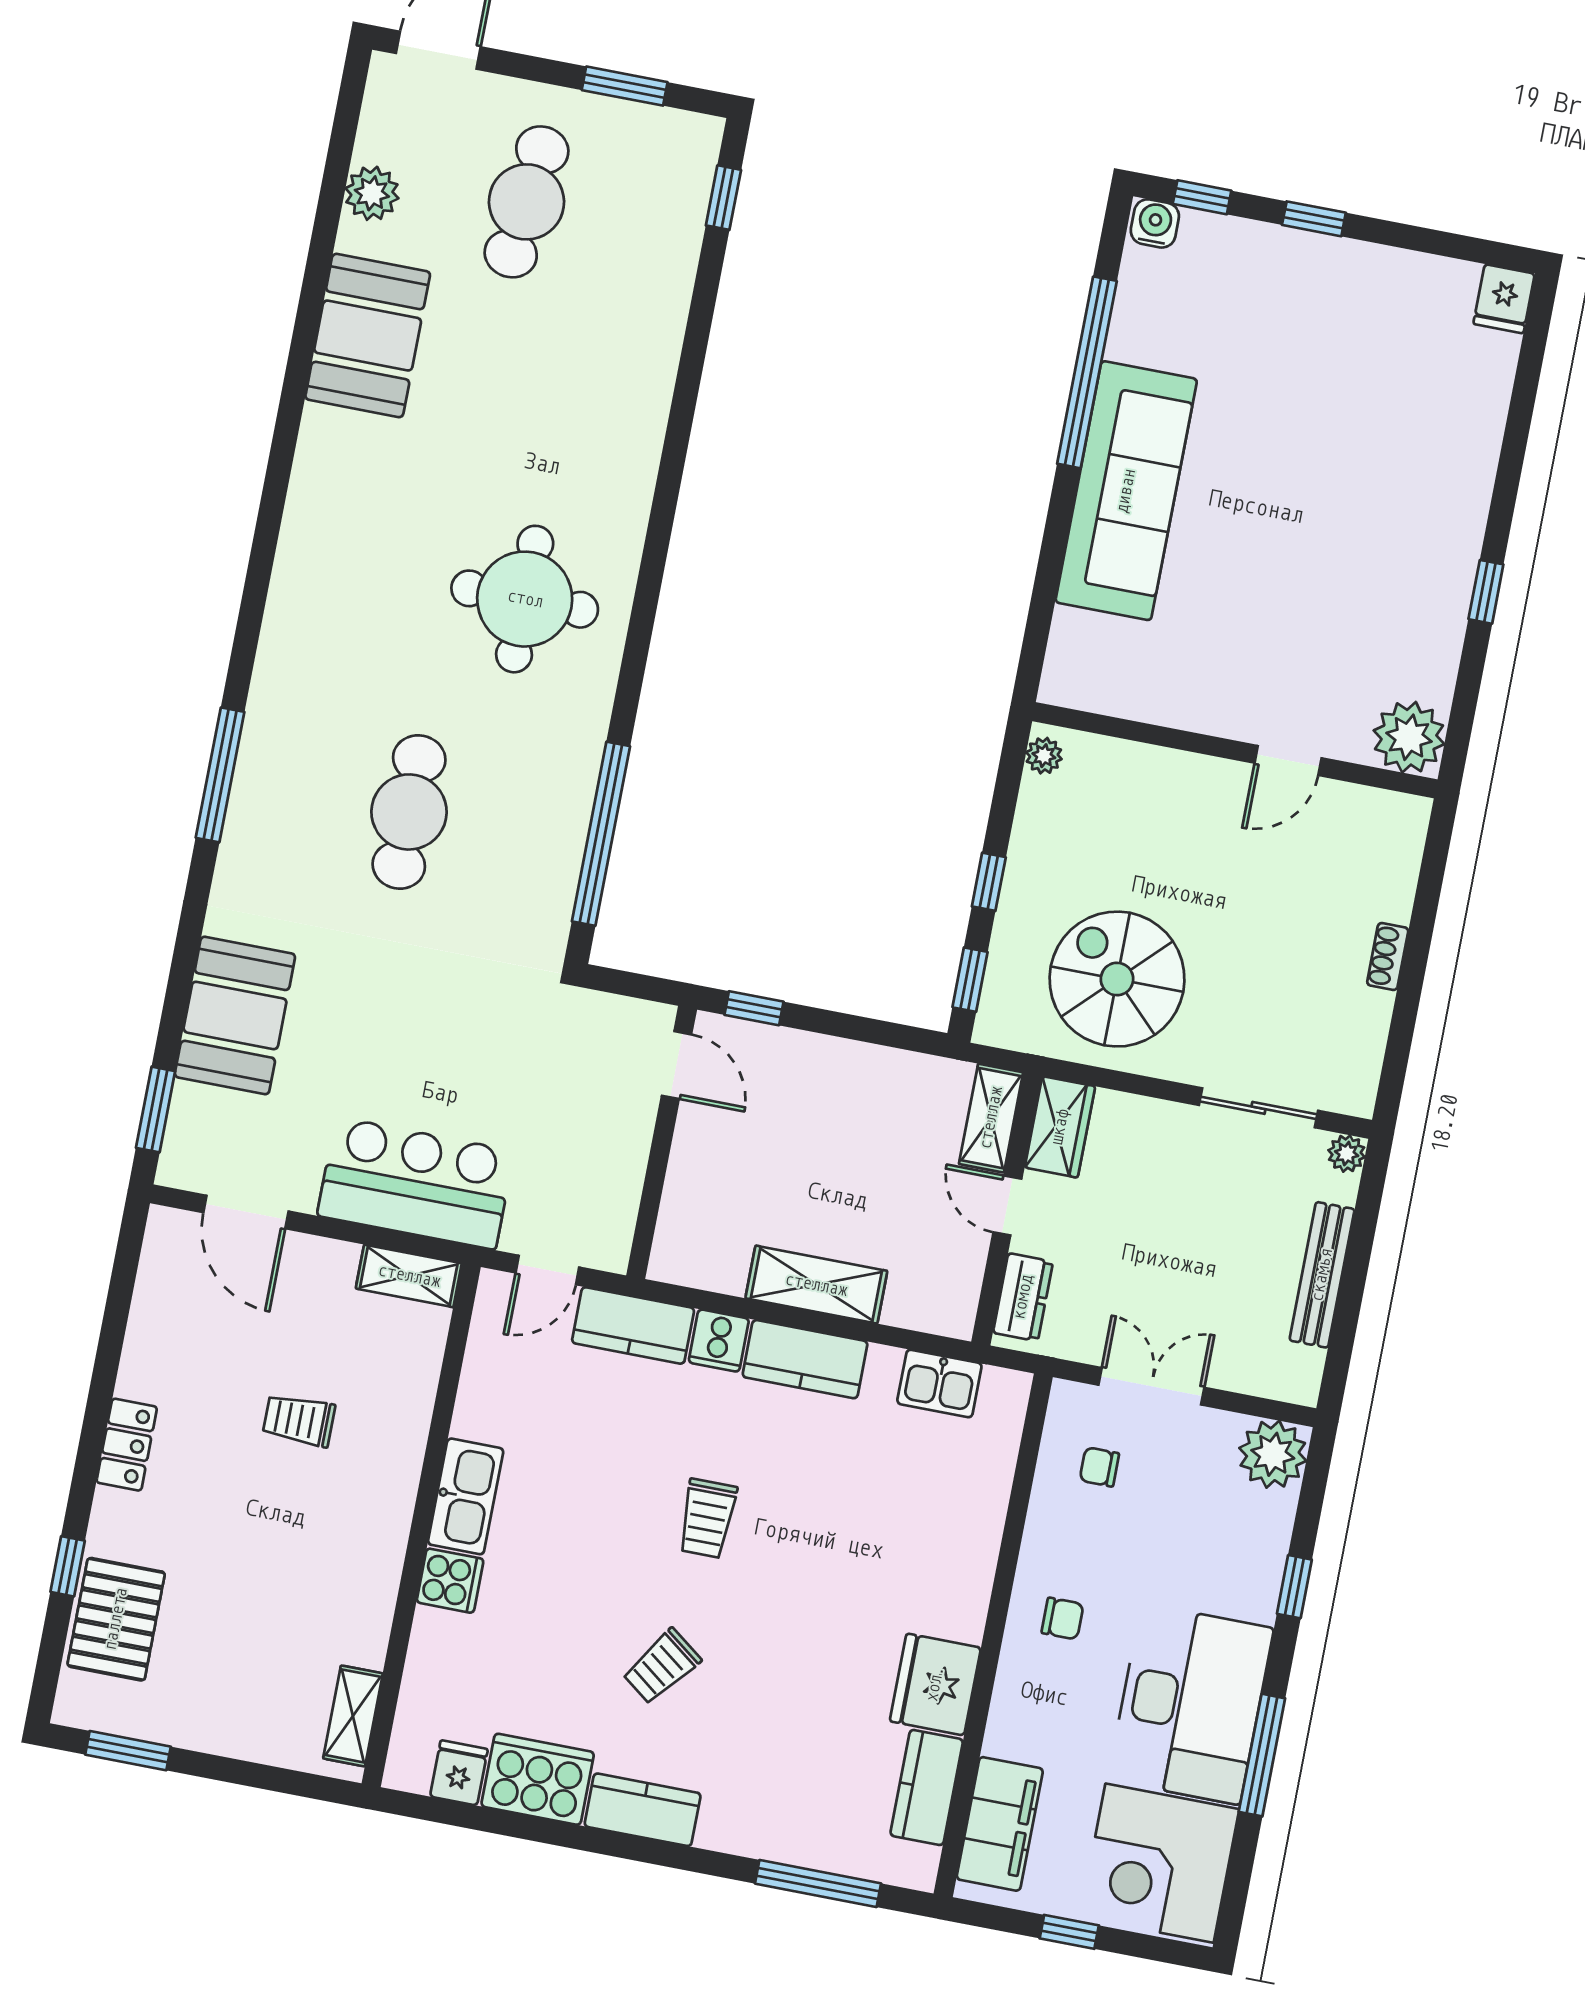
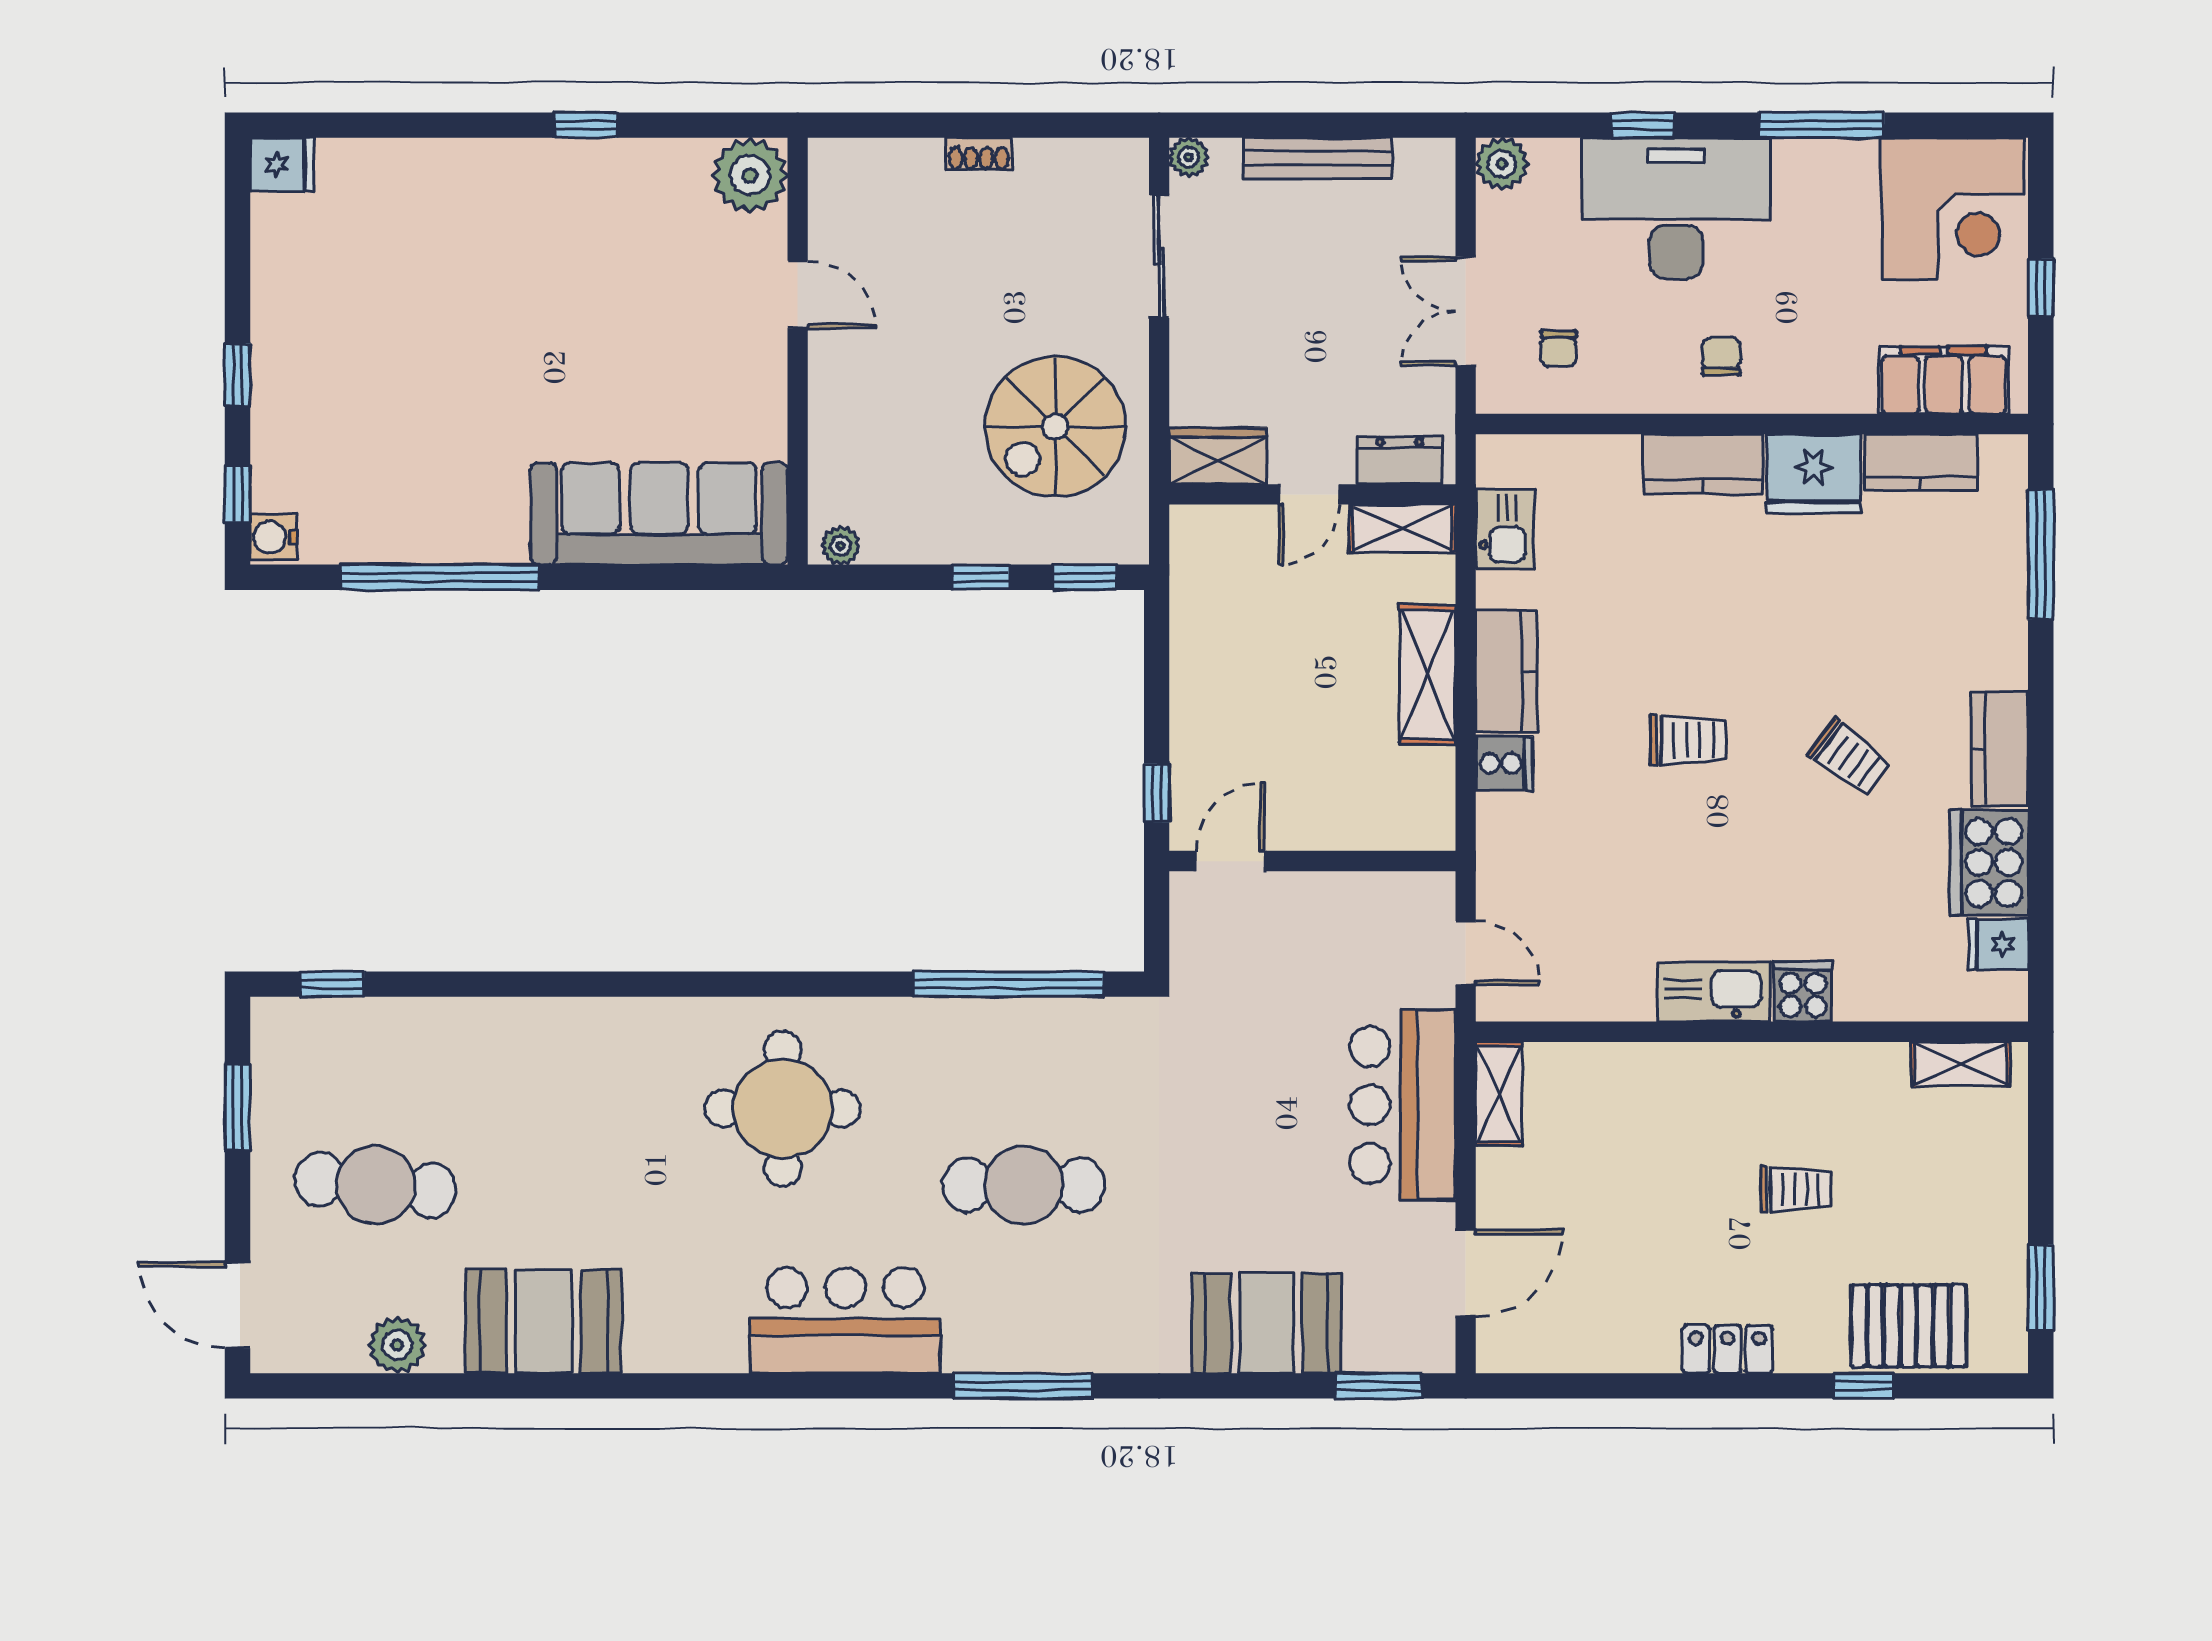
sofa: (1126, 491) -> (659, 514), moved
bar counter: (314, 620) -> (845, 1320), added
shelving: (991, 1118) -> (1402, 528), moved
kitchen counter: (633, 1325) -> (1703, 464), moved, turned 90
trolley: (299, 1420) -> (1796, 1189), moved, turned -90
plant: (1273, 1454) -> (1502, 164), width x0.73, depth x0.73
desk: (1191, 1704) -> (1676, 208), moved

